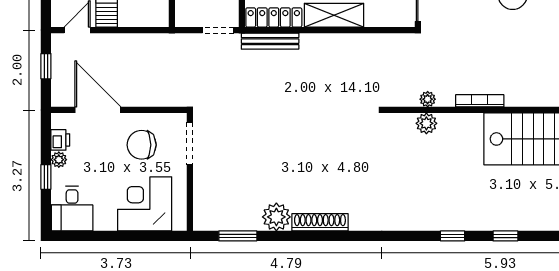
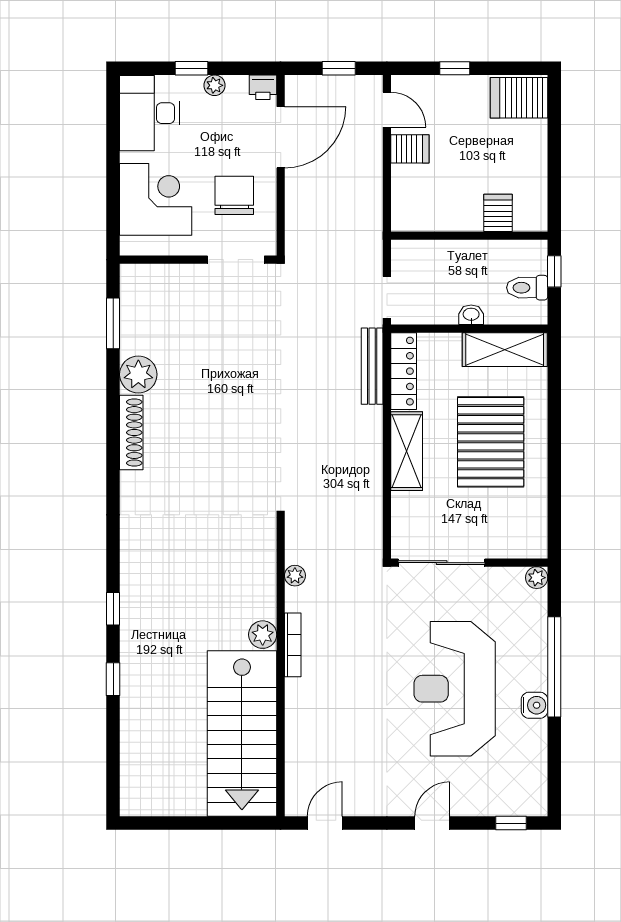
plant: (426, 123) -> (263, 635), moved
printer: (60, 140) -> (263, 87), moved
desk: (72, 209) -> (149, 113), width x1.37

